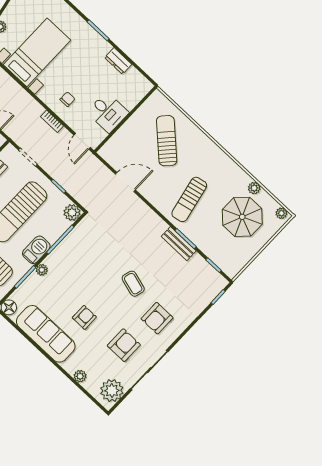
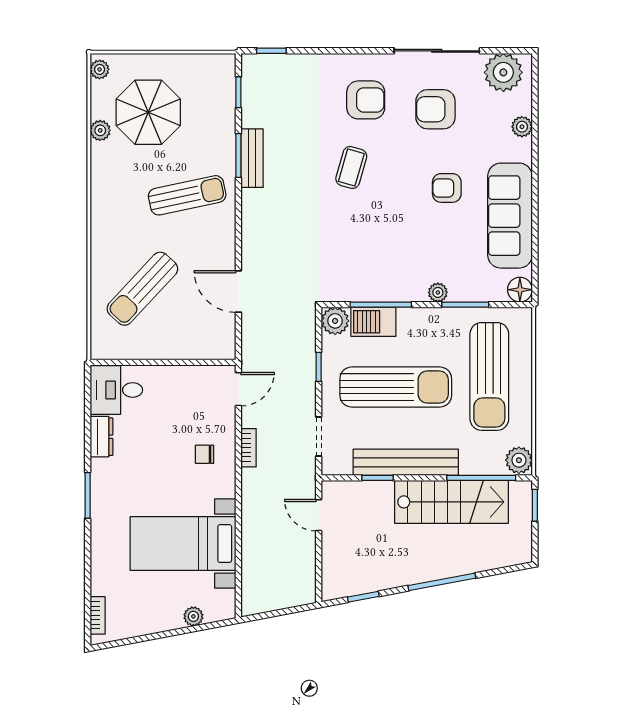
desk: (108, 112) -> (116, 390), moved, turned -90
barbecue: (36, 250) -> (373, 322), moved

